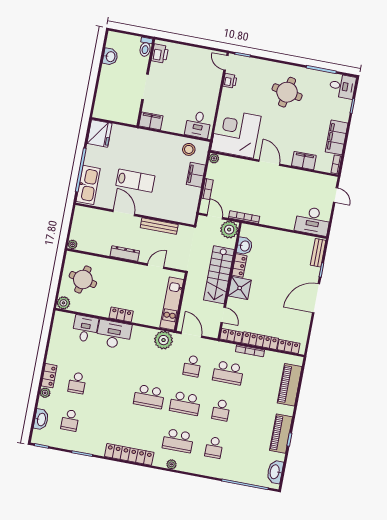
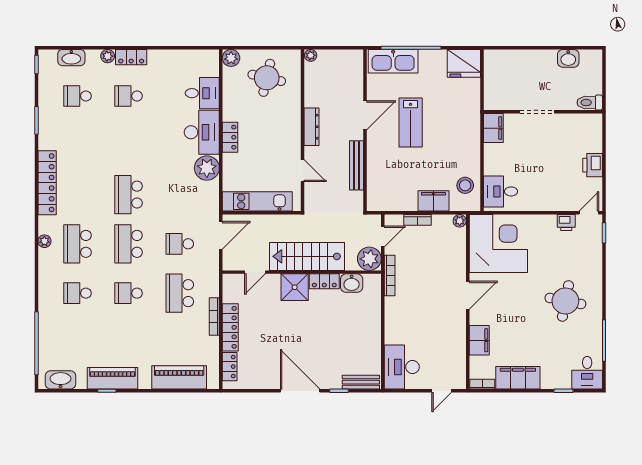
printer: (160, 54) -> (593, 165), moved, turned 90
locker: (231, 336) -> (230, 288), removed
plant: (163, 340) -> (207, 168), moved

